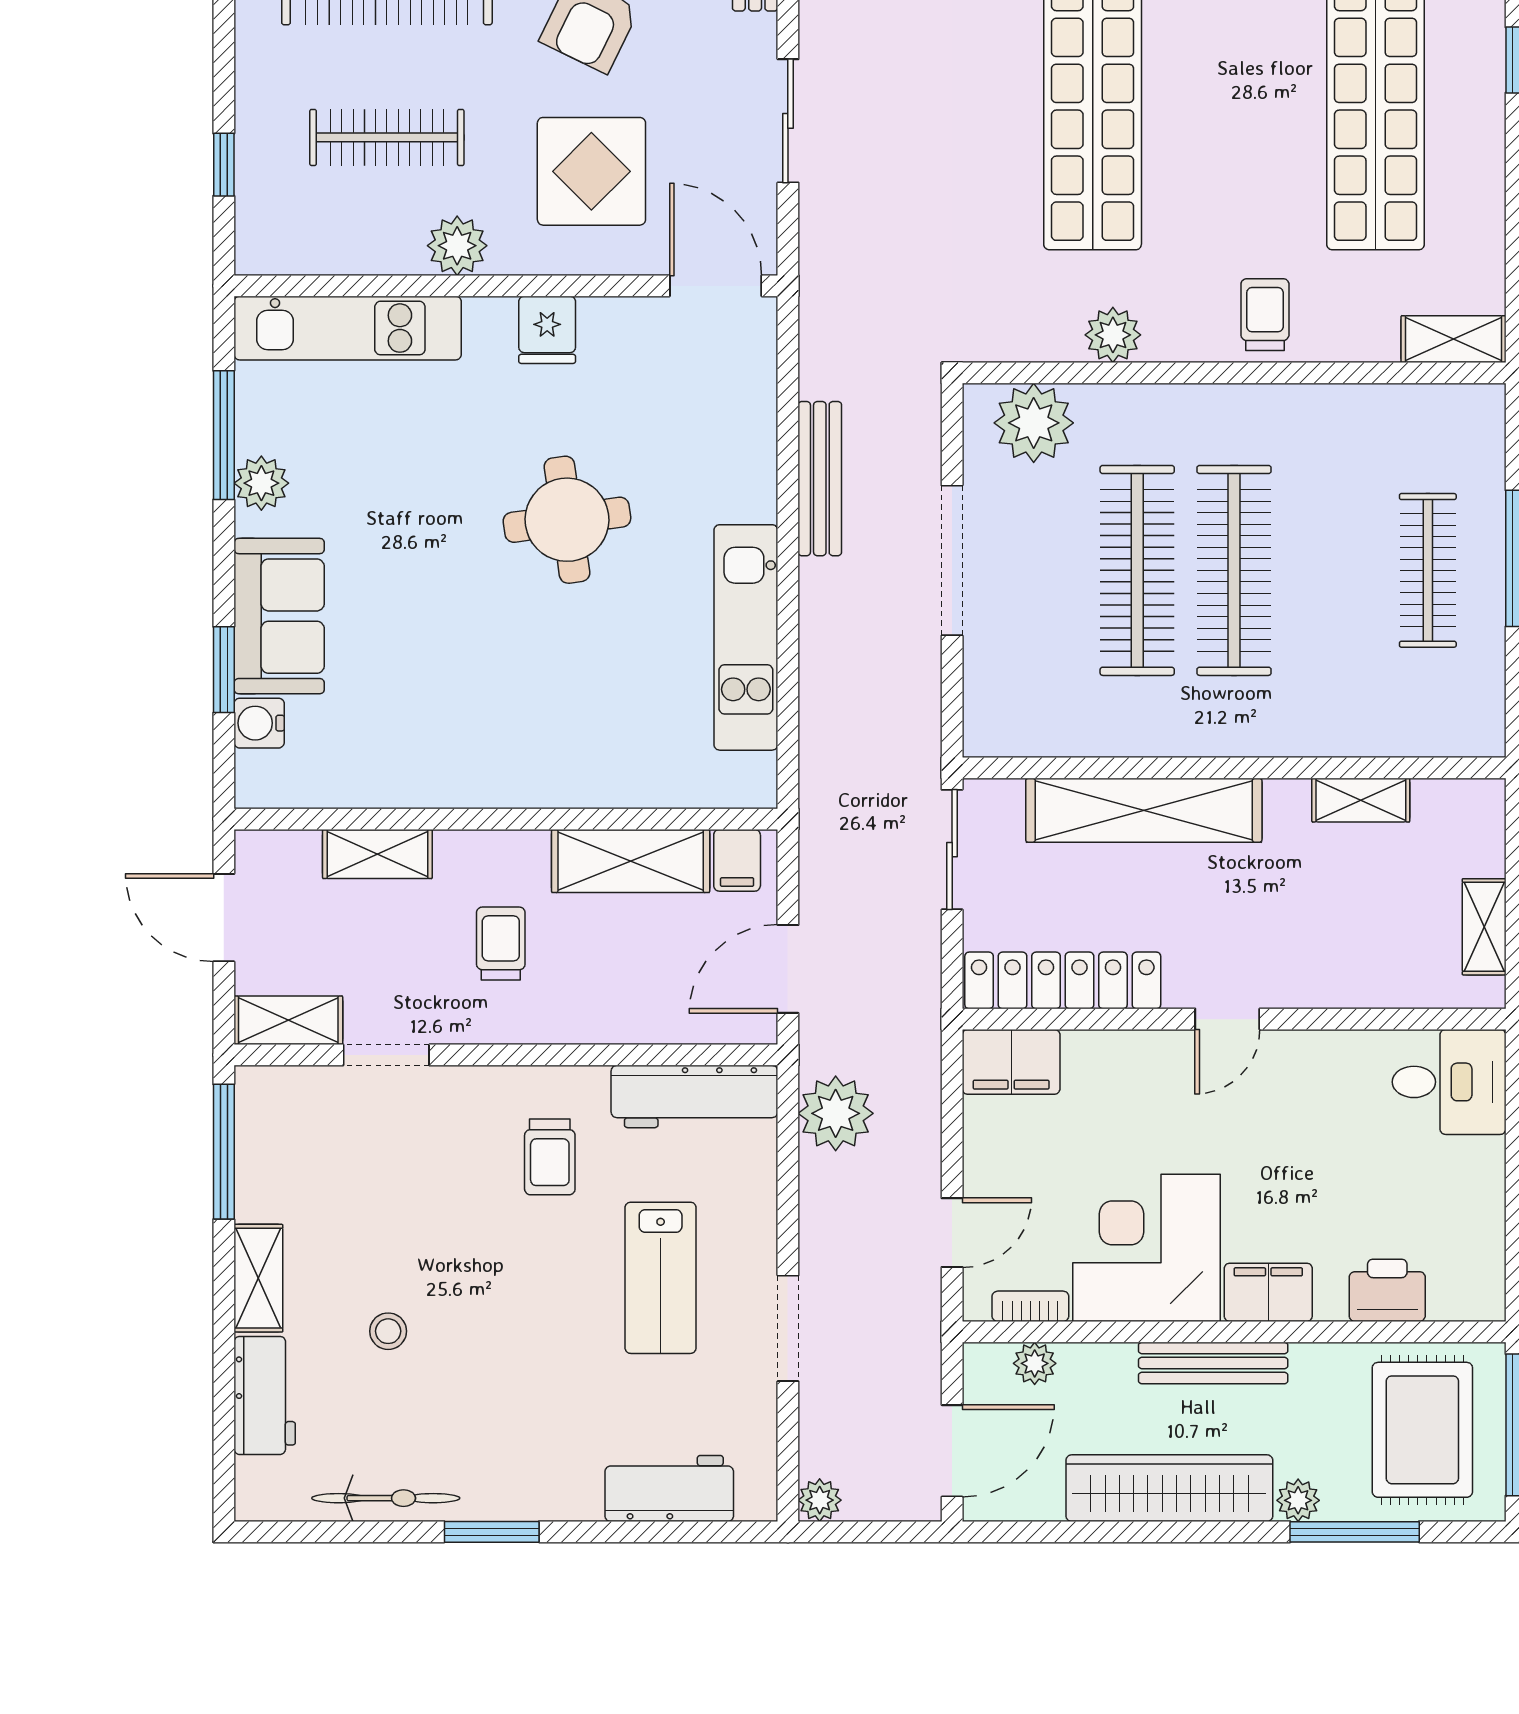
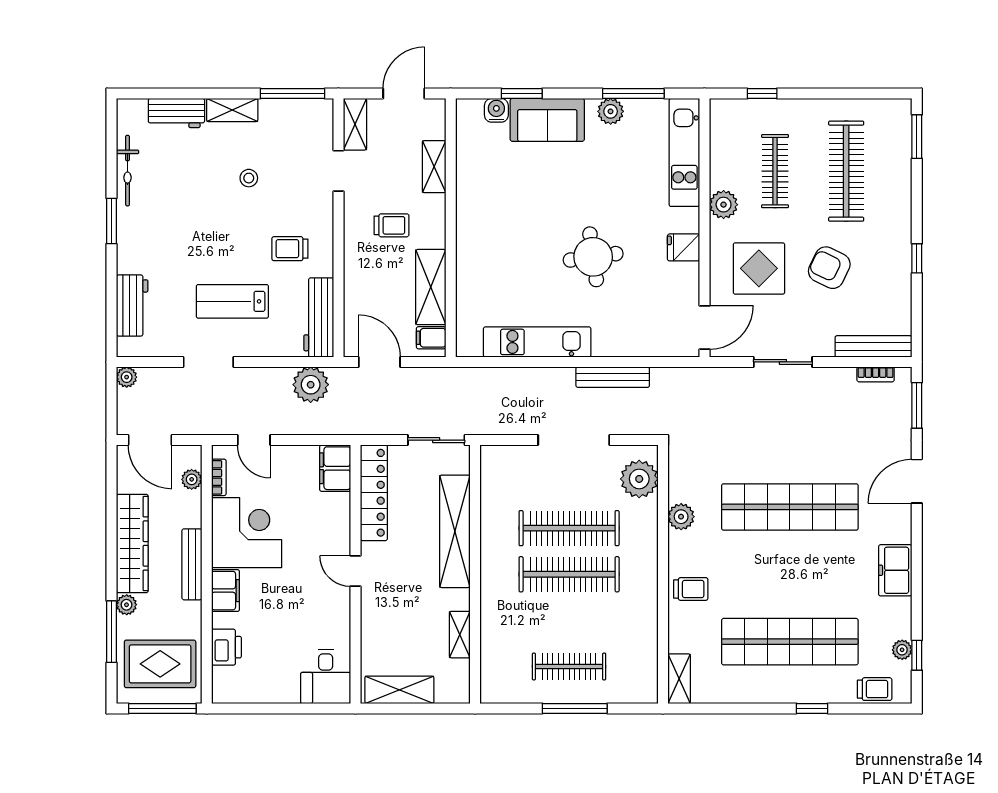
shelving: (1484, 927) -> (399, 690), width x1.50, depth x1.33
stool: (388, 1331) -> (249, 178), moved

